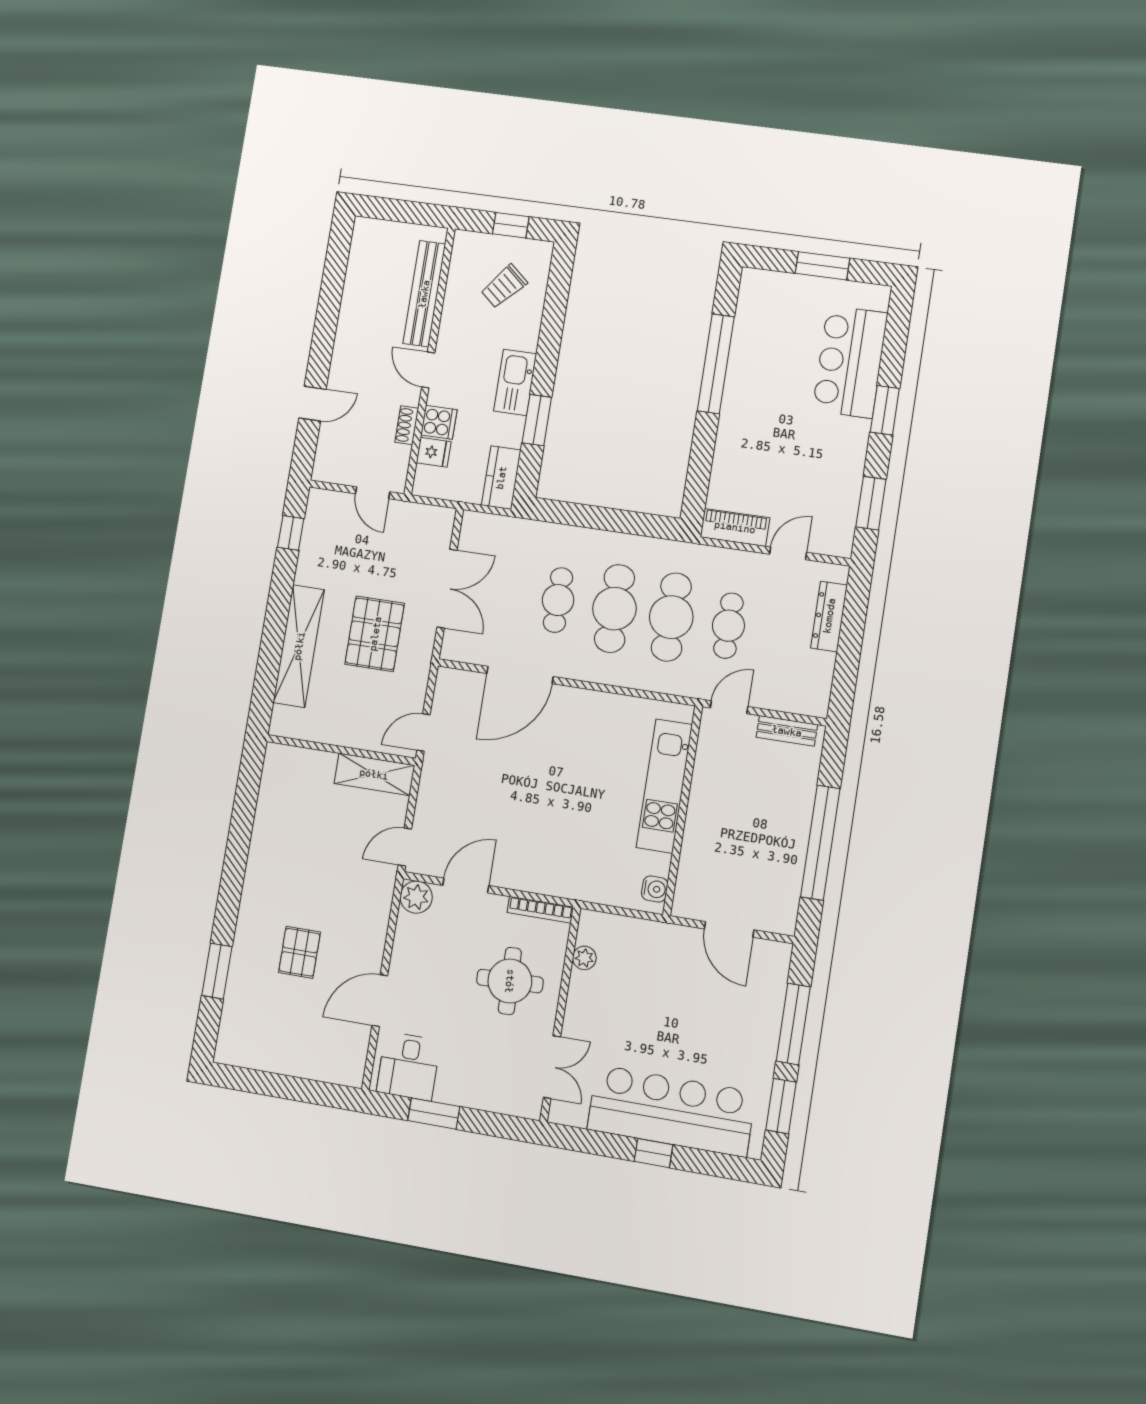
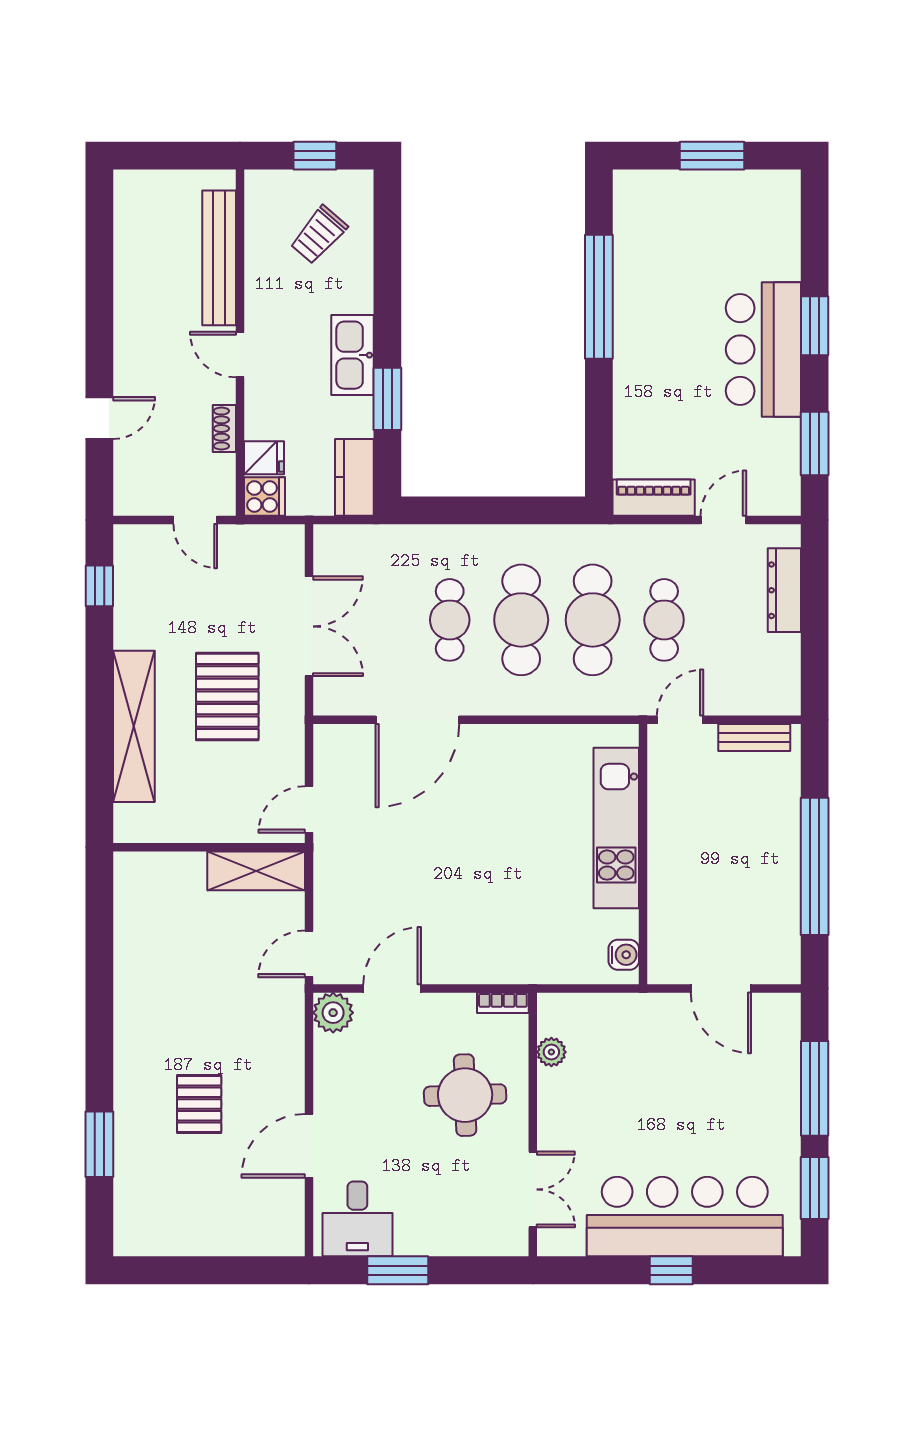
bar counter: (850, 362) -> (763, 349), moved
cooker: (439, 422) -> (265, 497), moved
bookcase: (540, 910) -> (503, 1003), width x0.64

